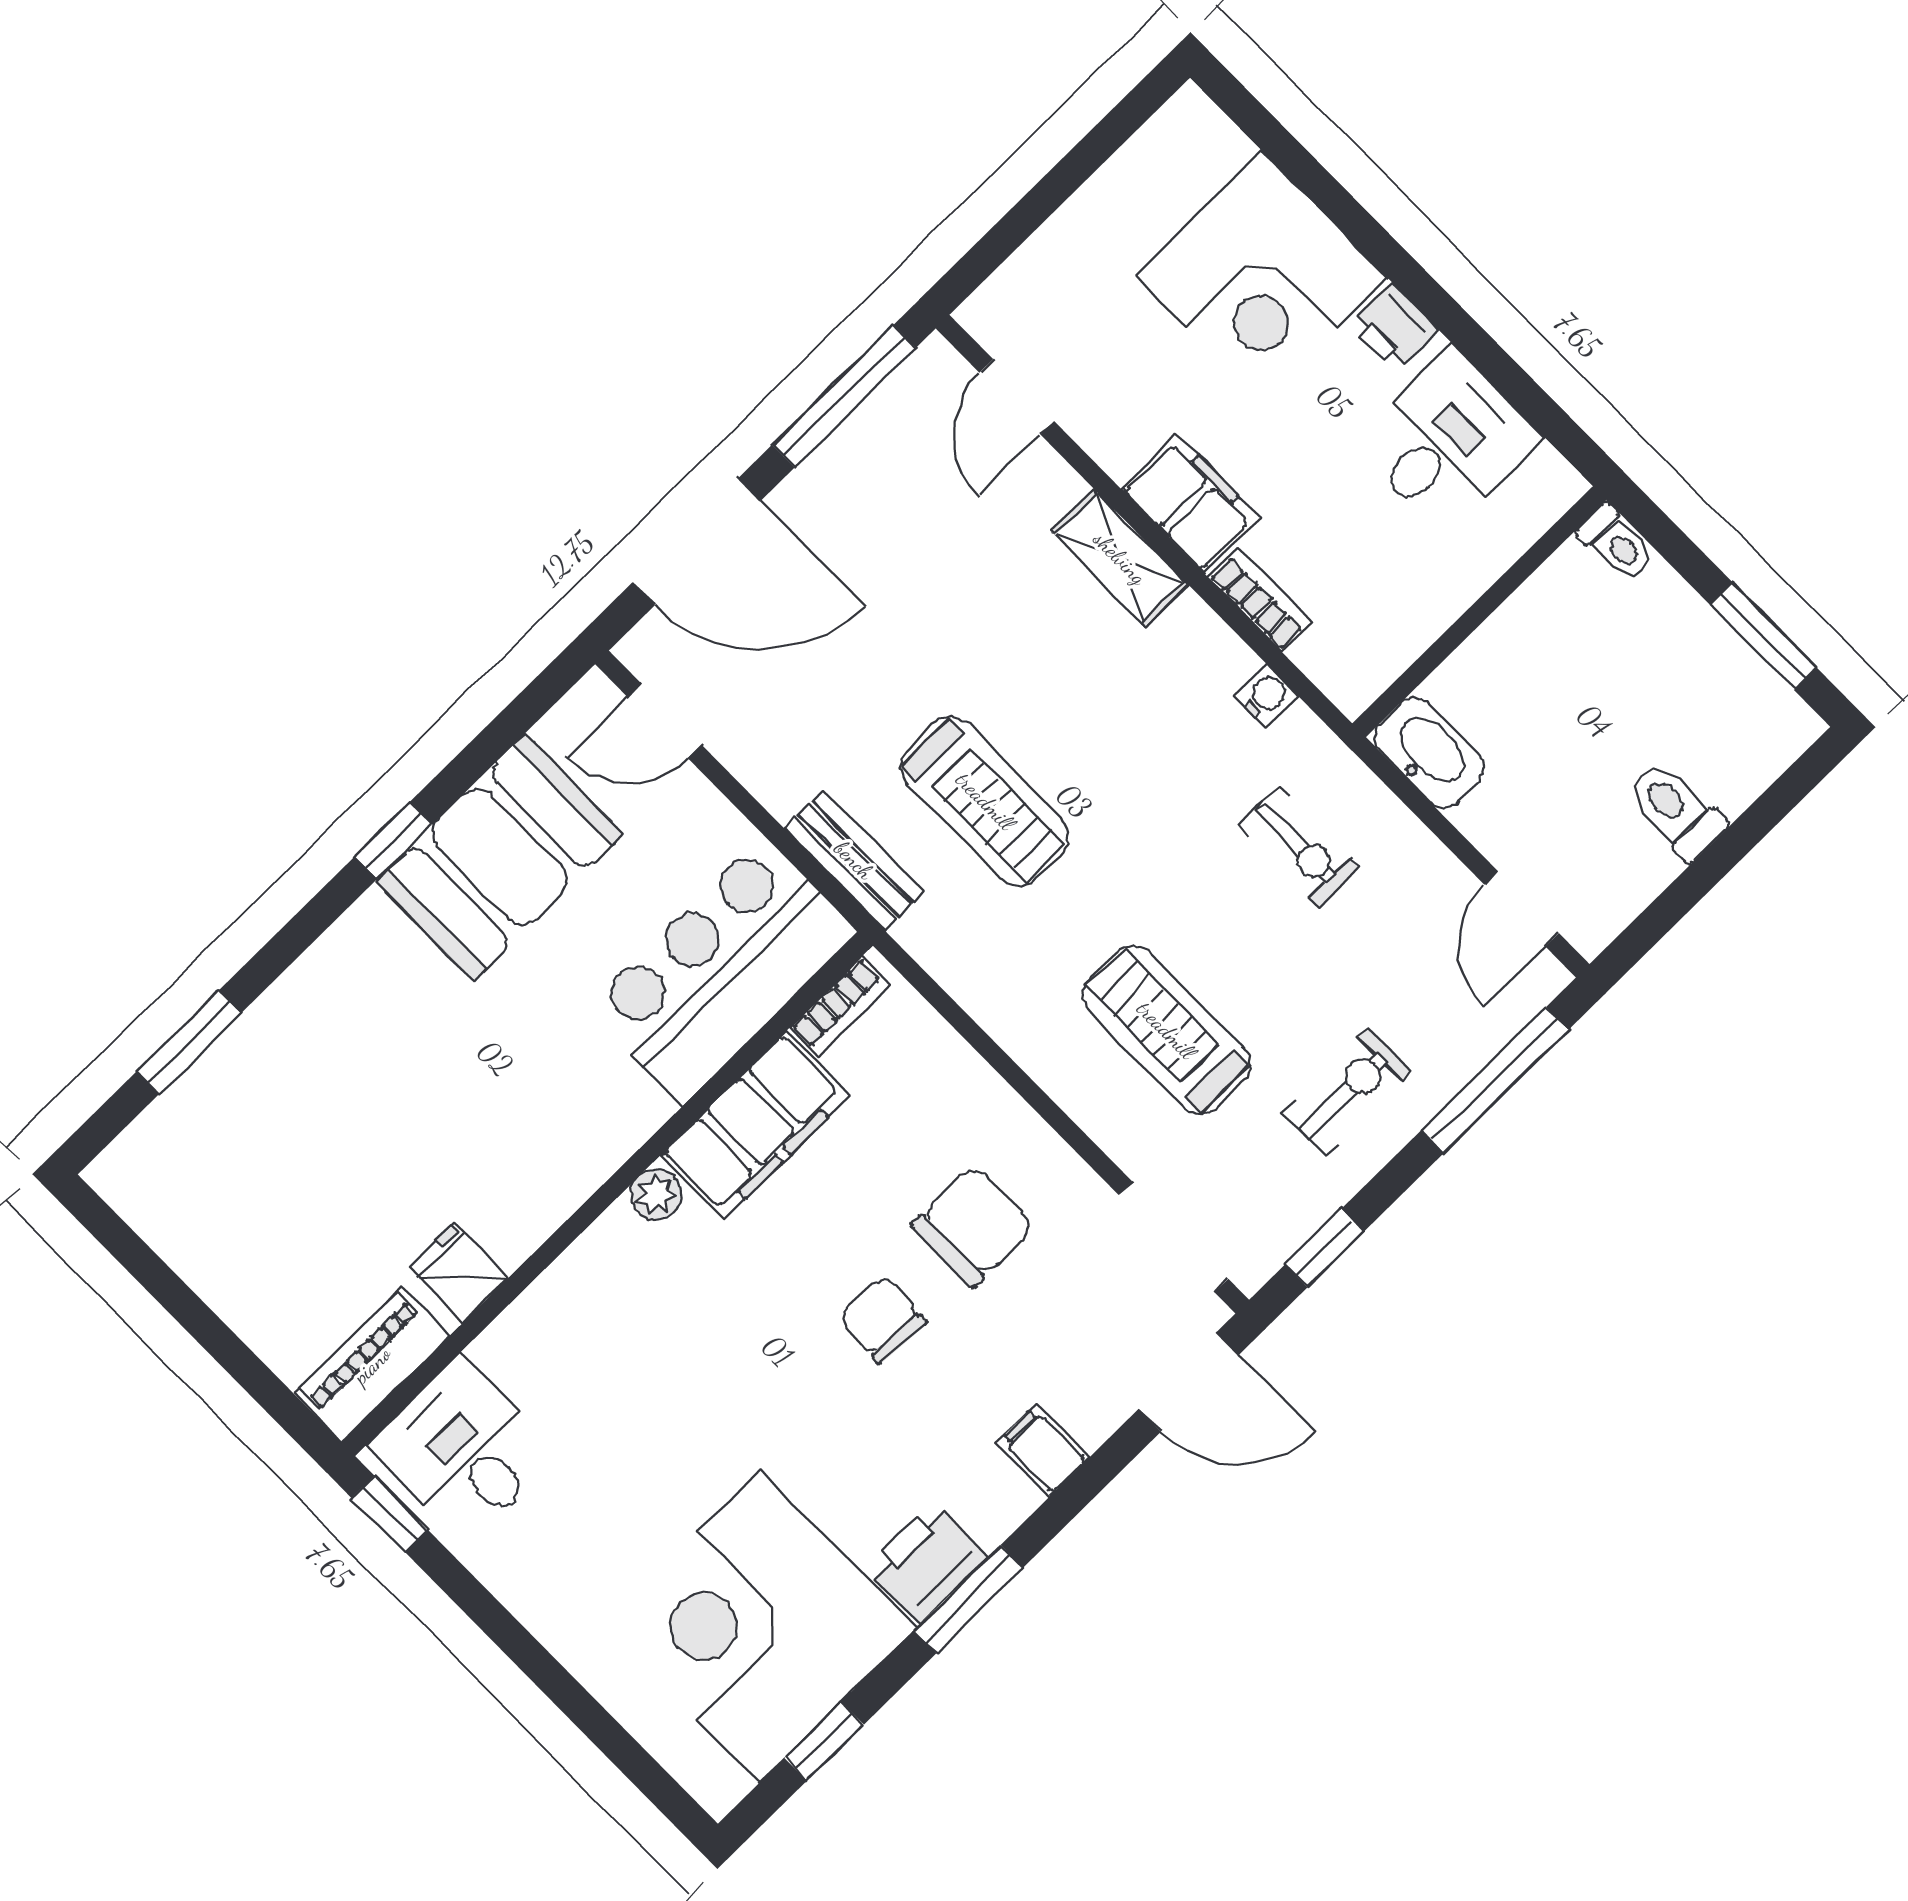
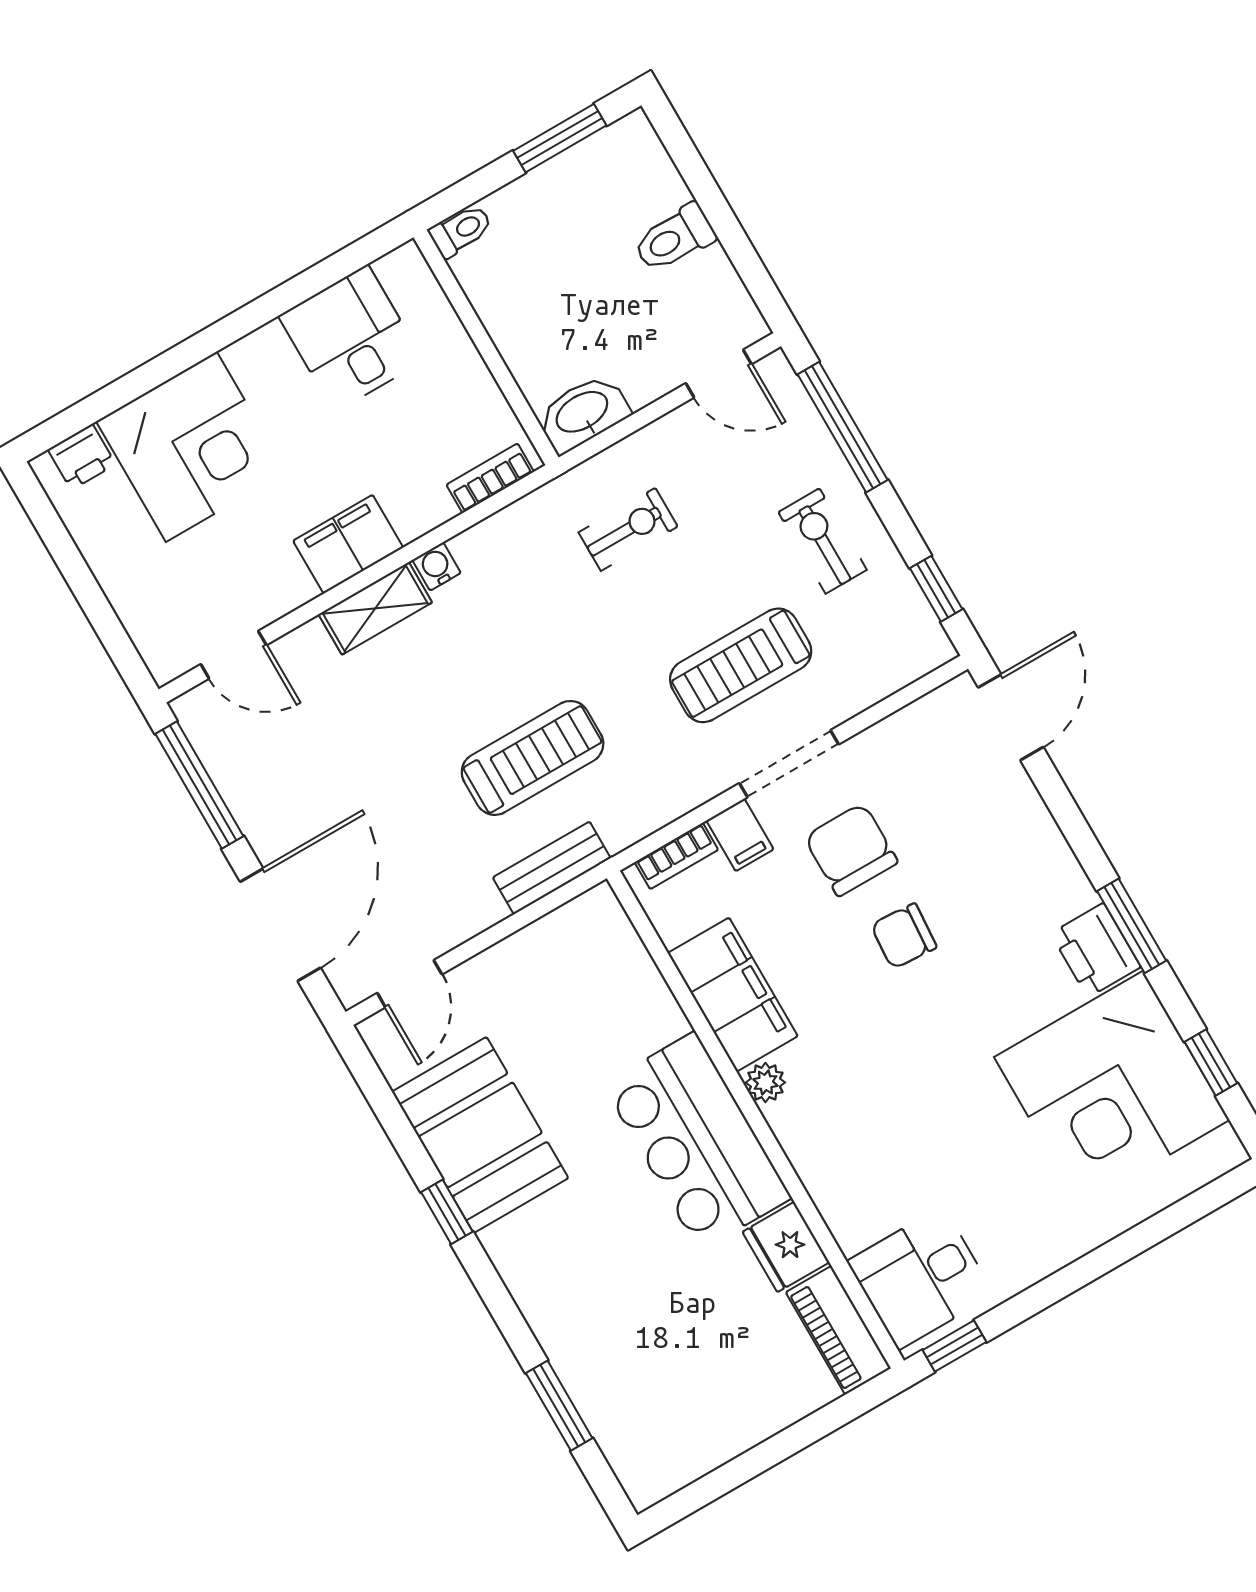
printer: (1393, 327) -> (82, 457), moved
bookcase: (1260, 600) -> (490, 478), moved
water cooler: (1266, 696) -> (437, 566), moved
bar counter: (722, 970) -> (697, 1141), moved
bookcase: (840, 1007) -> (676, 856), moved, turned 90
doorway: (1173, 1237) -> (789, 764), moved
fridge: (459, 1273) -> (786, 1247), width x1.38
filing cabinet: (1043, 1450) -> (740, 835), moved, turned -90

